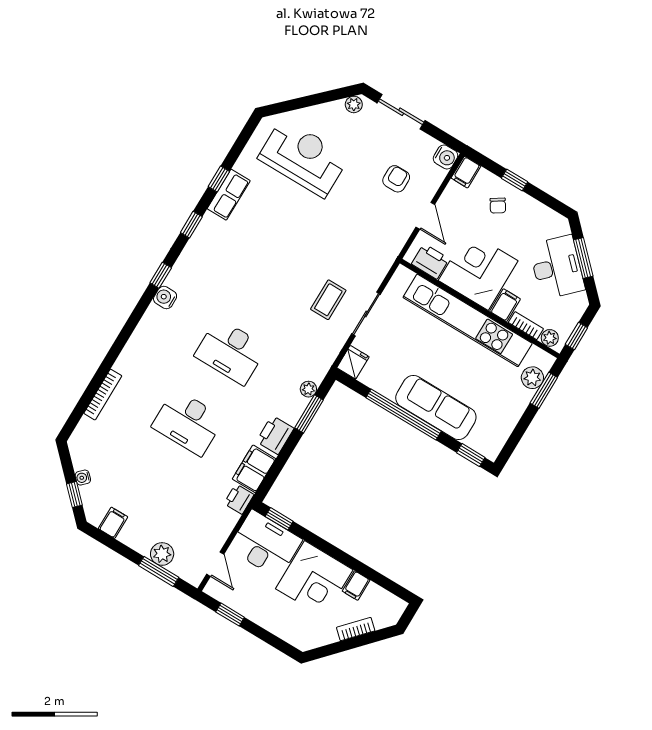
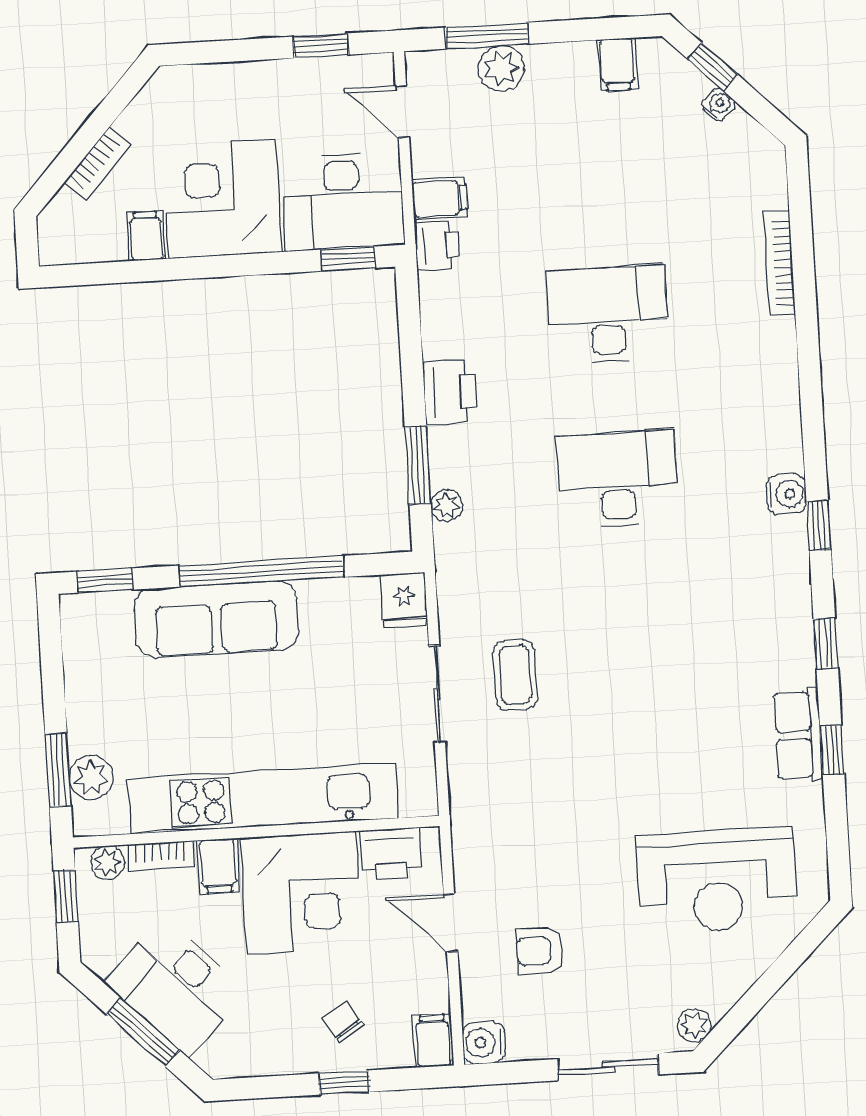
armchair: (396, 179) -> (540, 951), turned 90
filing cabinet: (254, 469) -> (439, 198), moved, width x0.50

